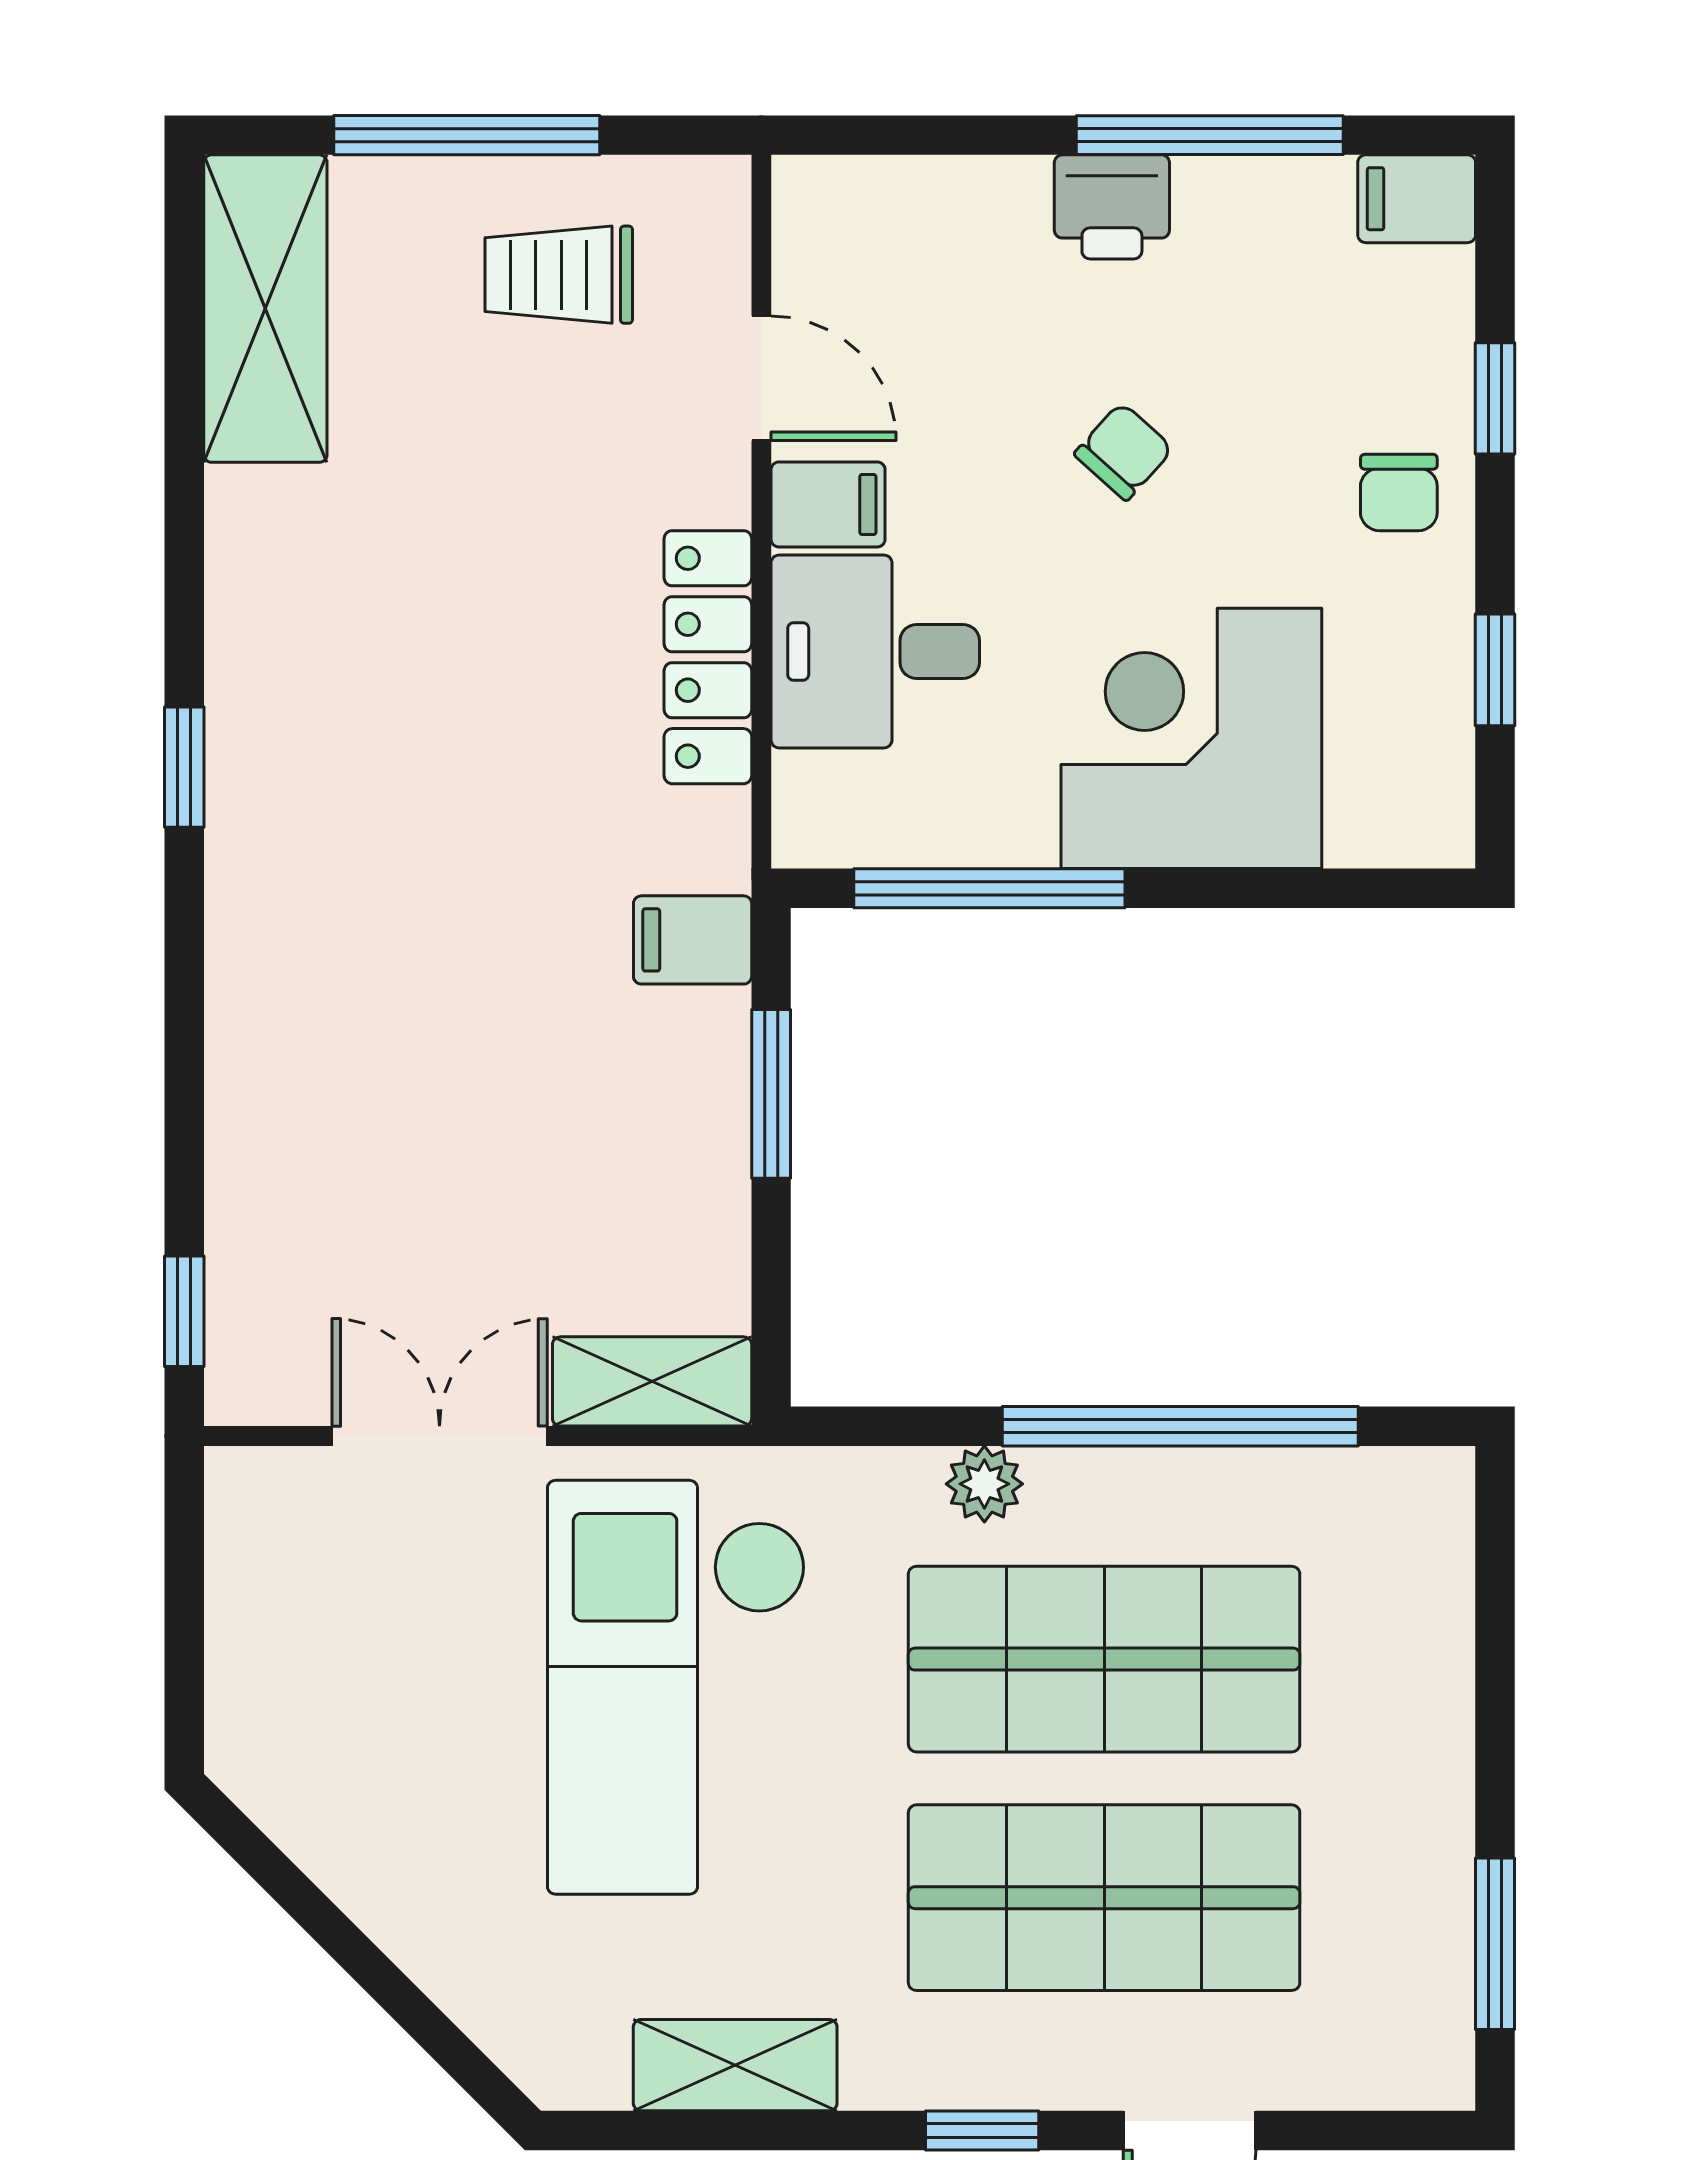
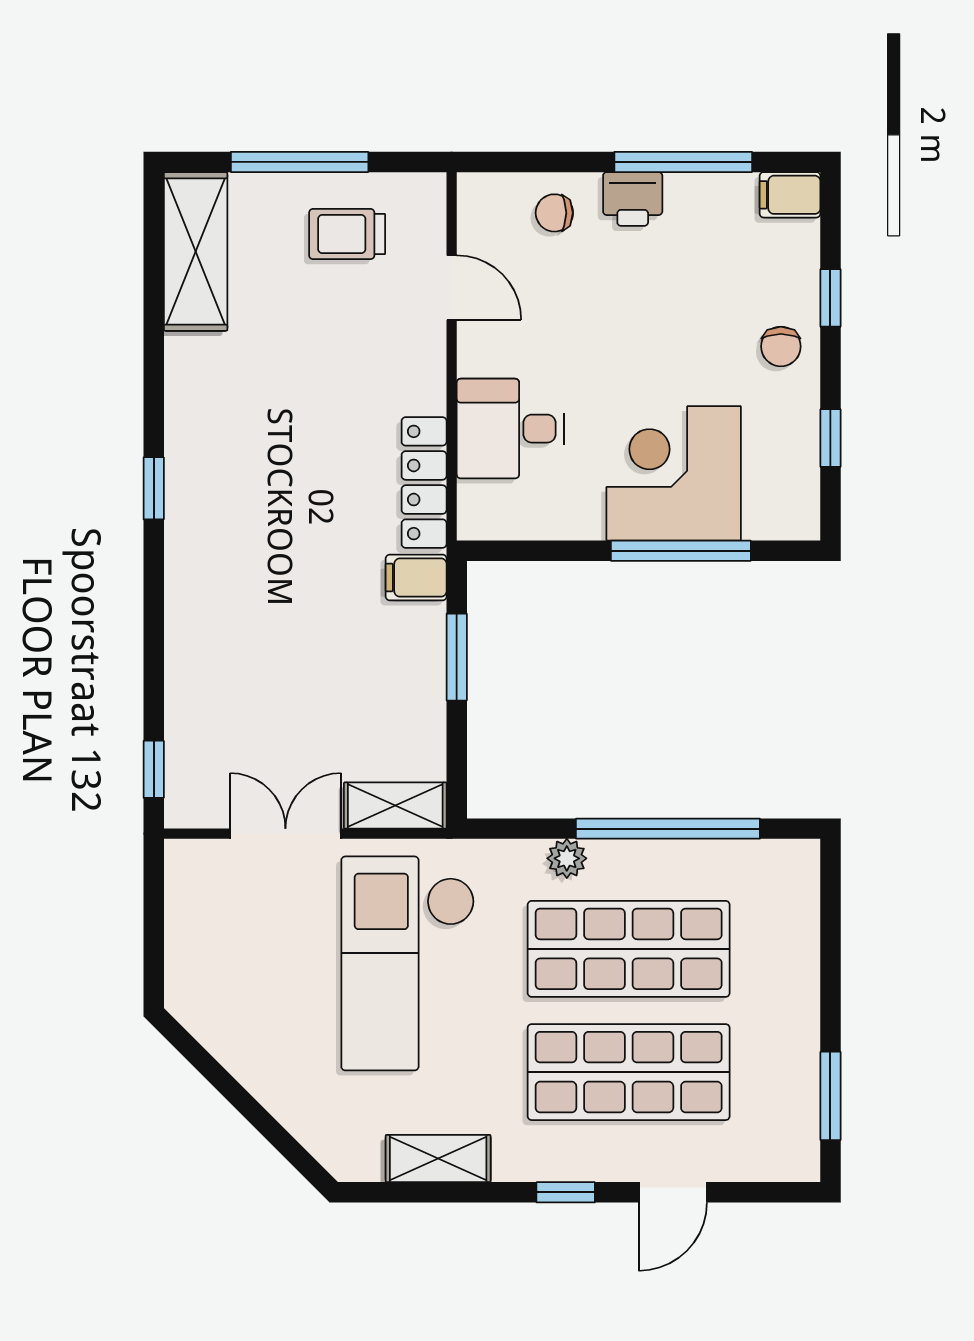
chair: (1124, 451) -> (554, 213), moved, turned -132
filing cabinet: (828, 504) -> (486, 353), removed
locker: (708, 657) -> (424, 482), moved
window: (989, 888) -> (681, 551), moved

